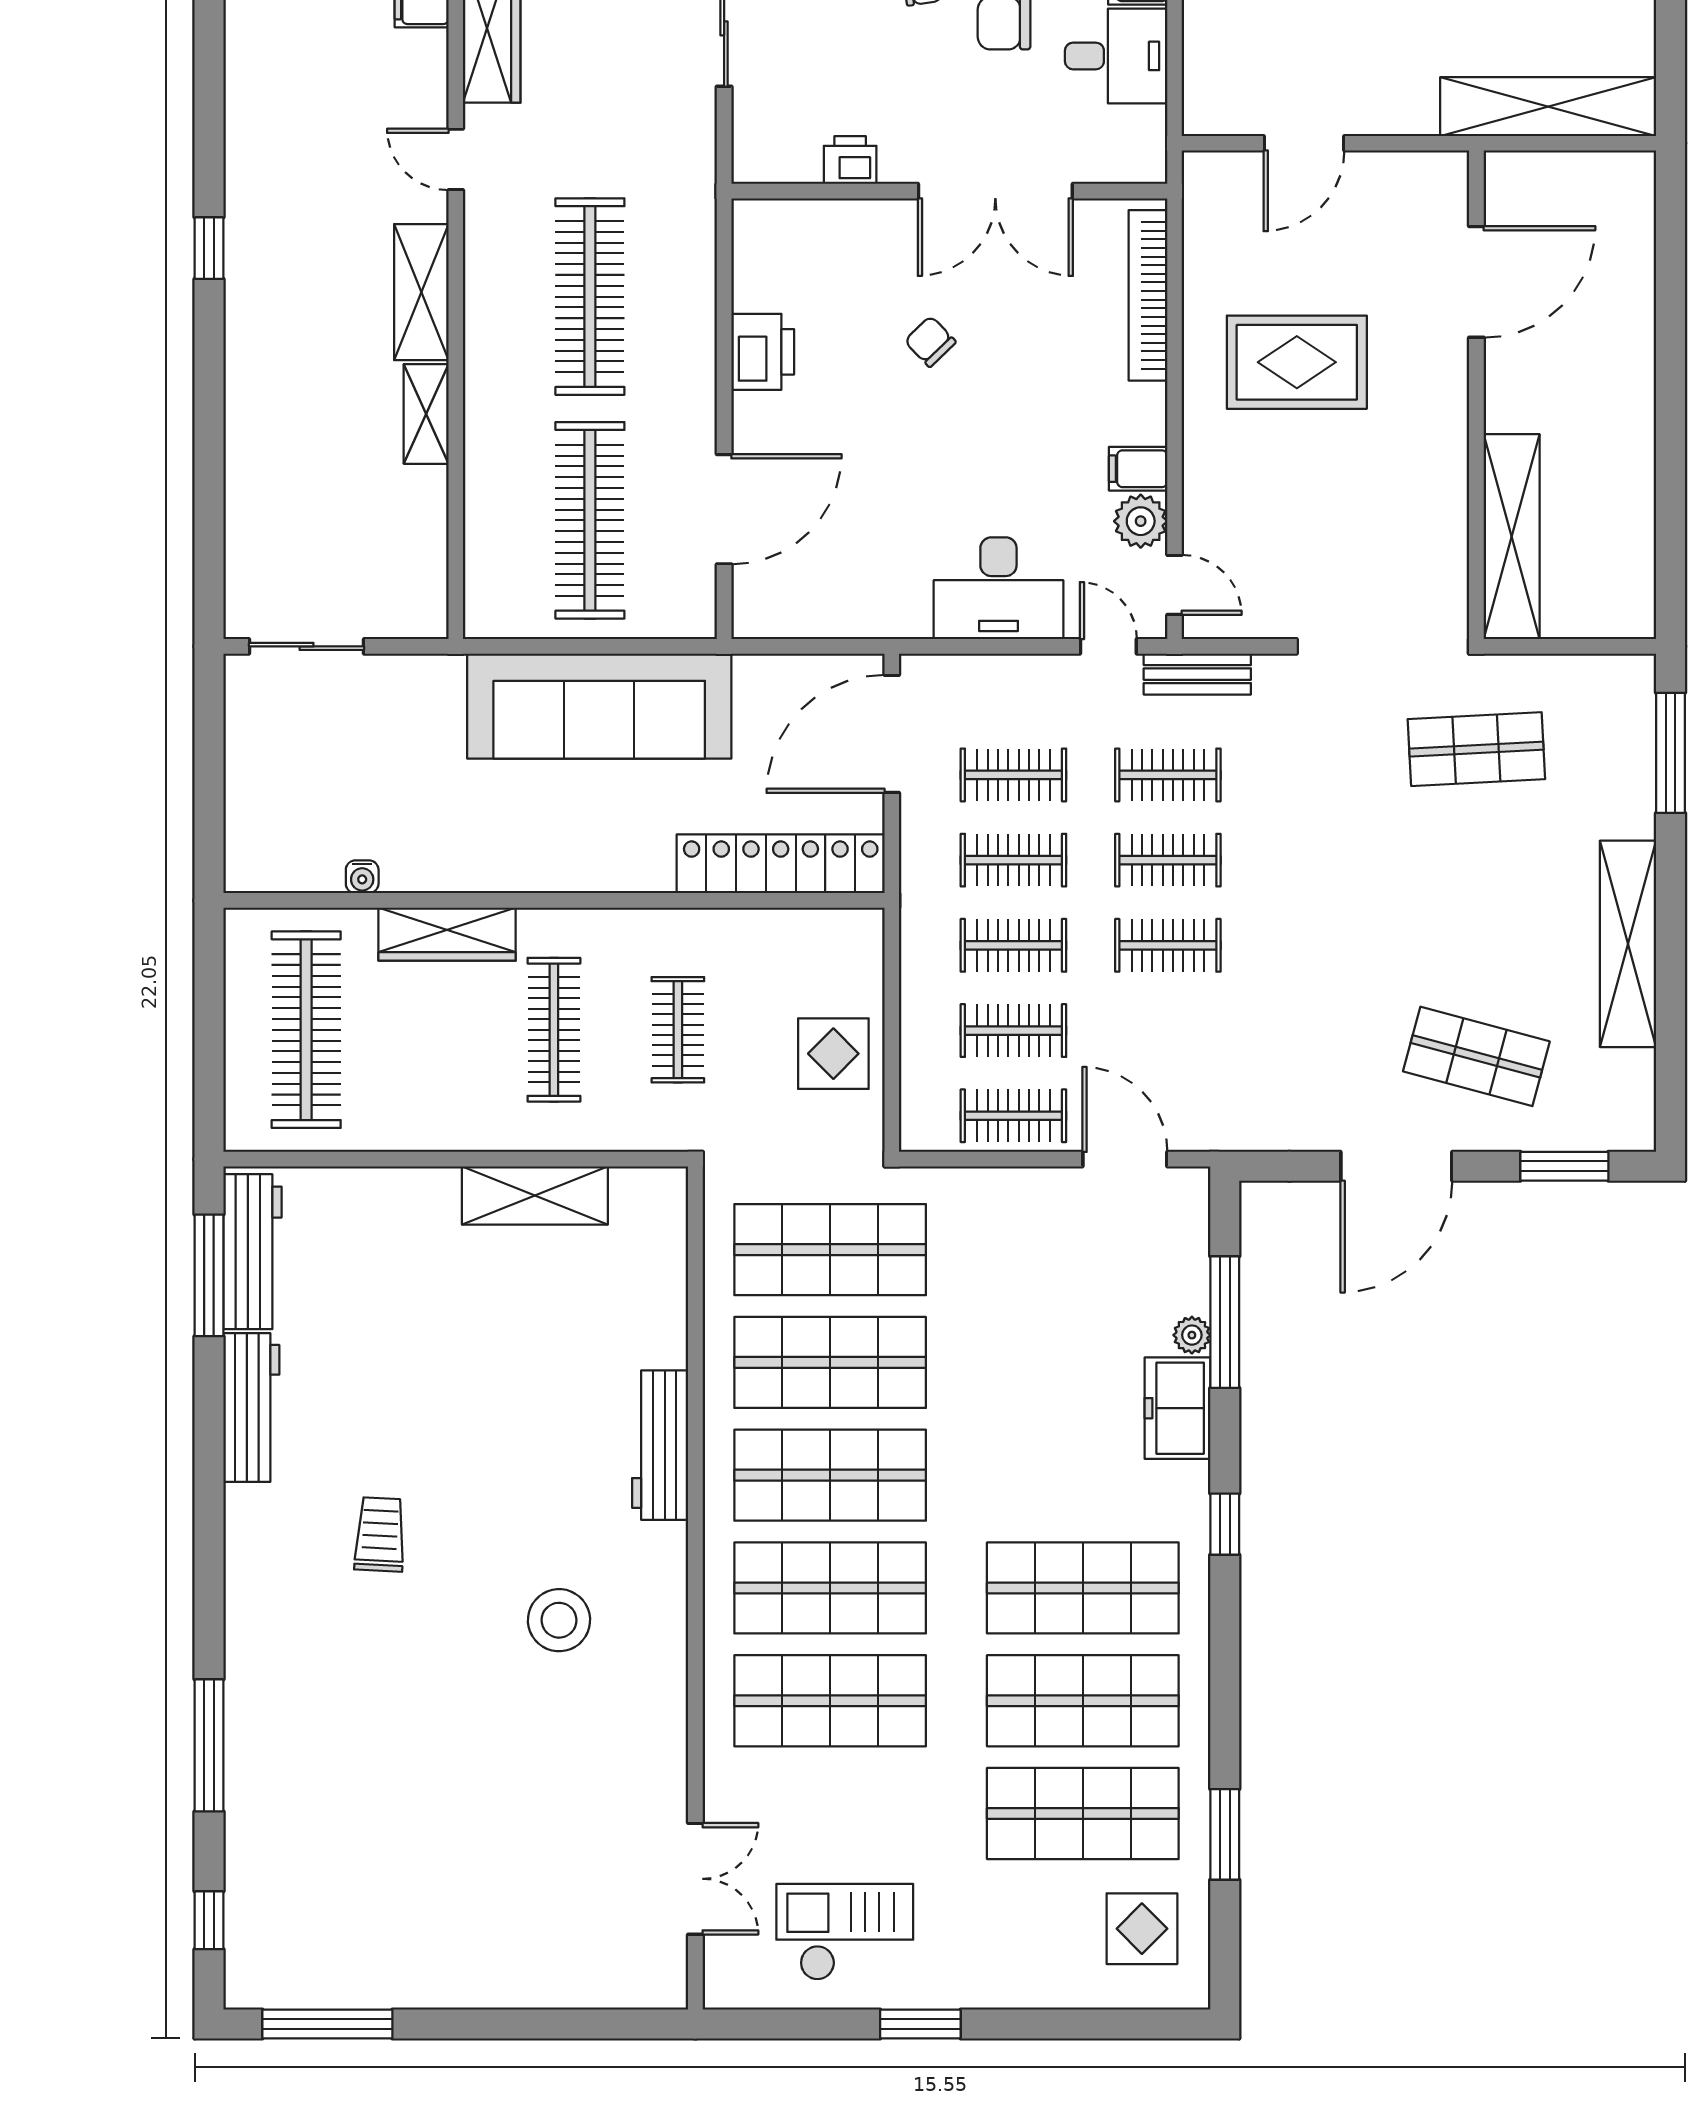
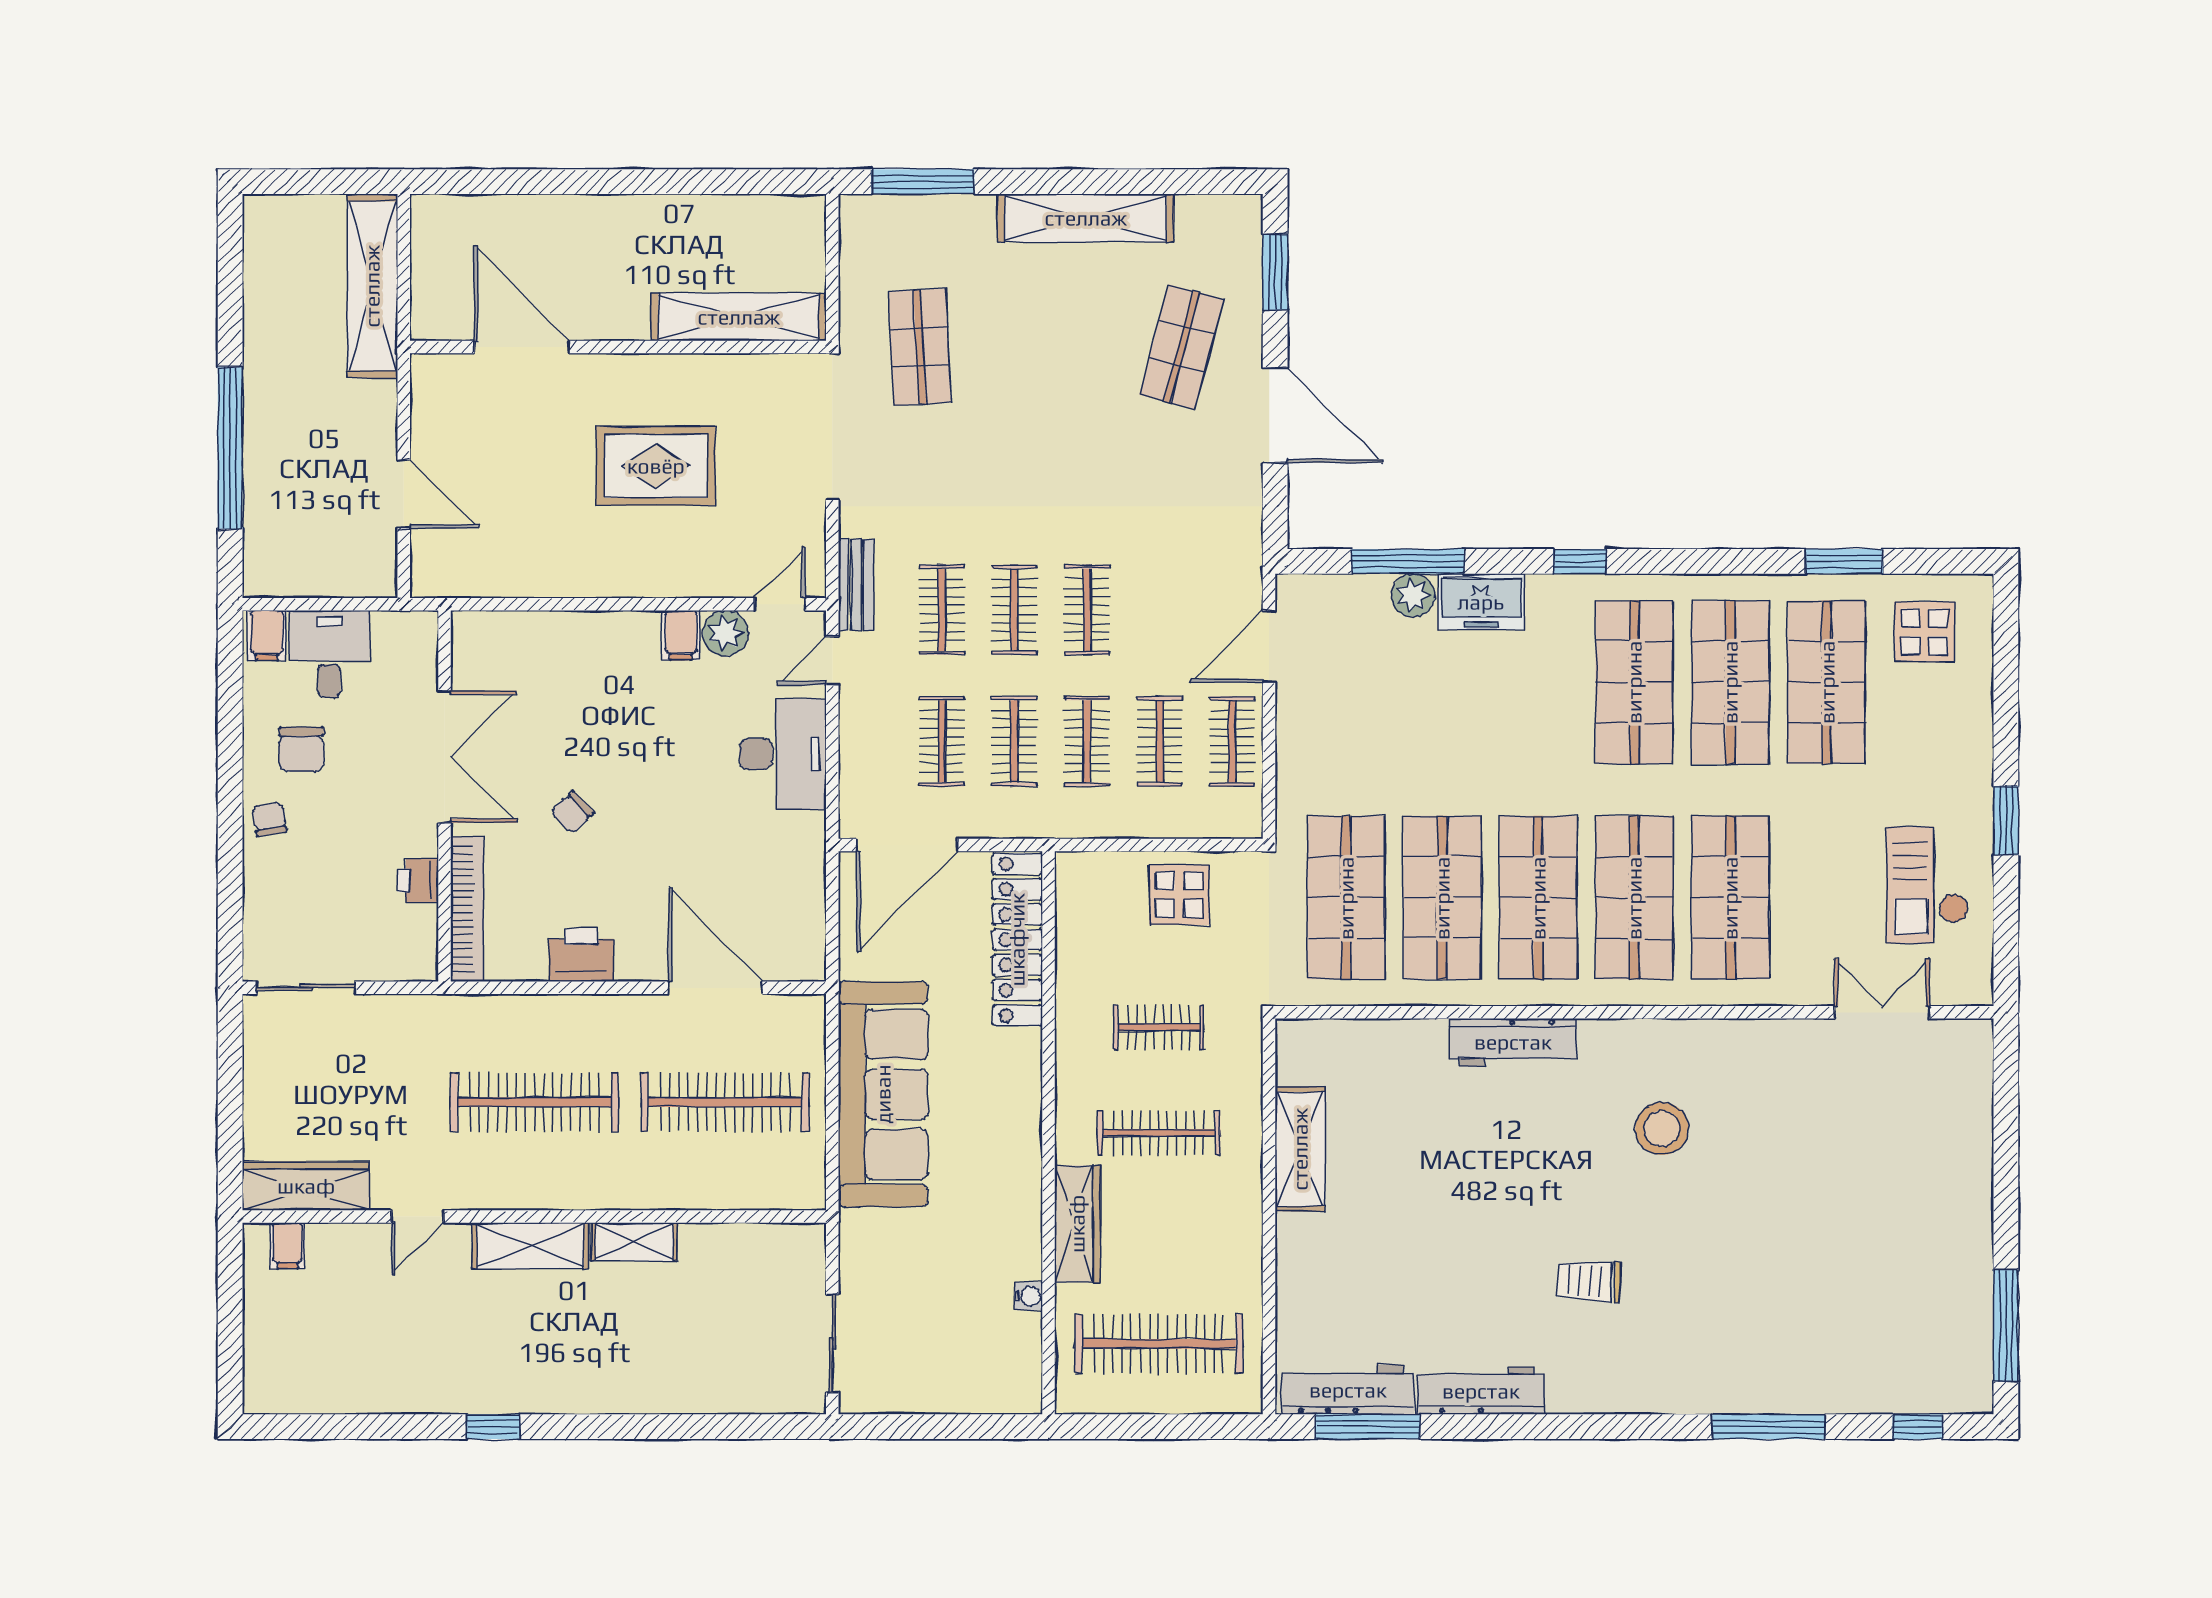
bookcase: (1148, 295) -> (467, 909), moved, turned -90
rug: (1297, 362) -> (656, 466), moved, turned 90
door: (892, 734) -> (907, 845), hinge flipped
plant: (1192, 1335) -> (1413, 595), width x1.38, depth x1.38

